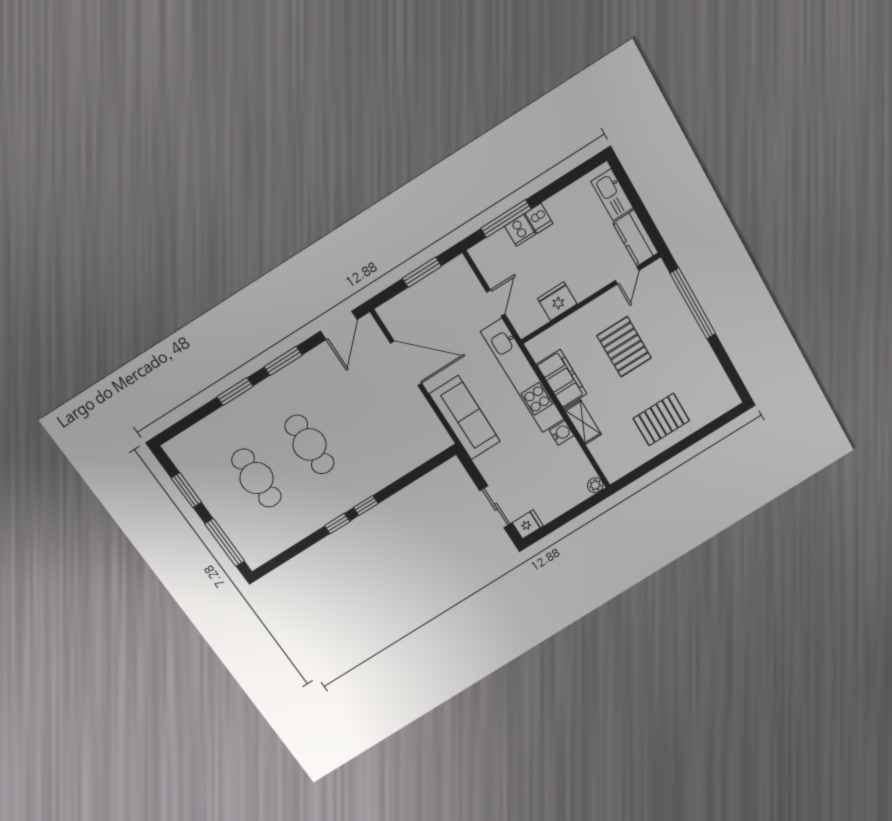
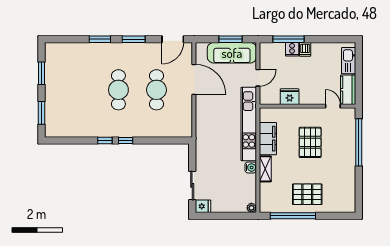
door: (627, 275) -> (333, 106), swing flipped
sofa: (465, 418) -> (232, 53), moved, turned 90
window: (658, 460) -> (293, 216), added
cafe table: (257, 478) -> (156, 90), moved
window: (225, 542) -> (41, 113), width x0.69

